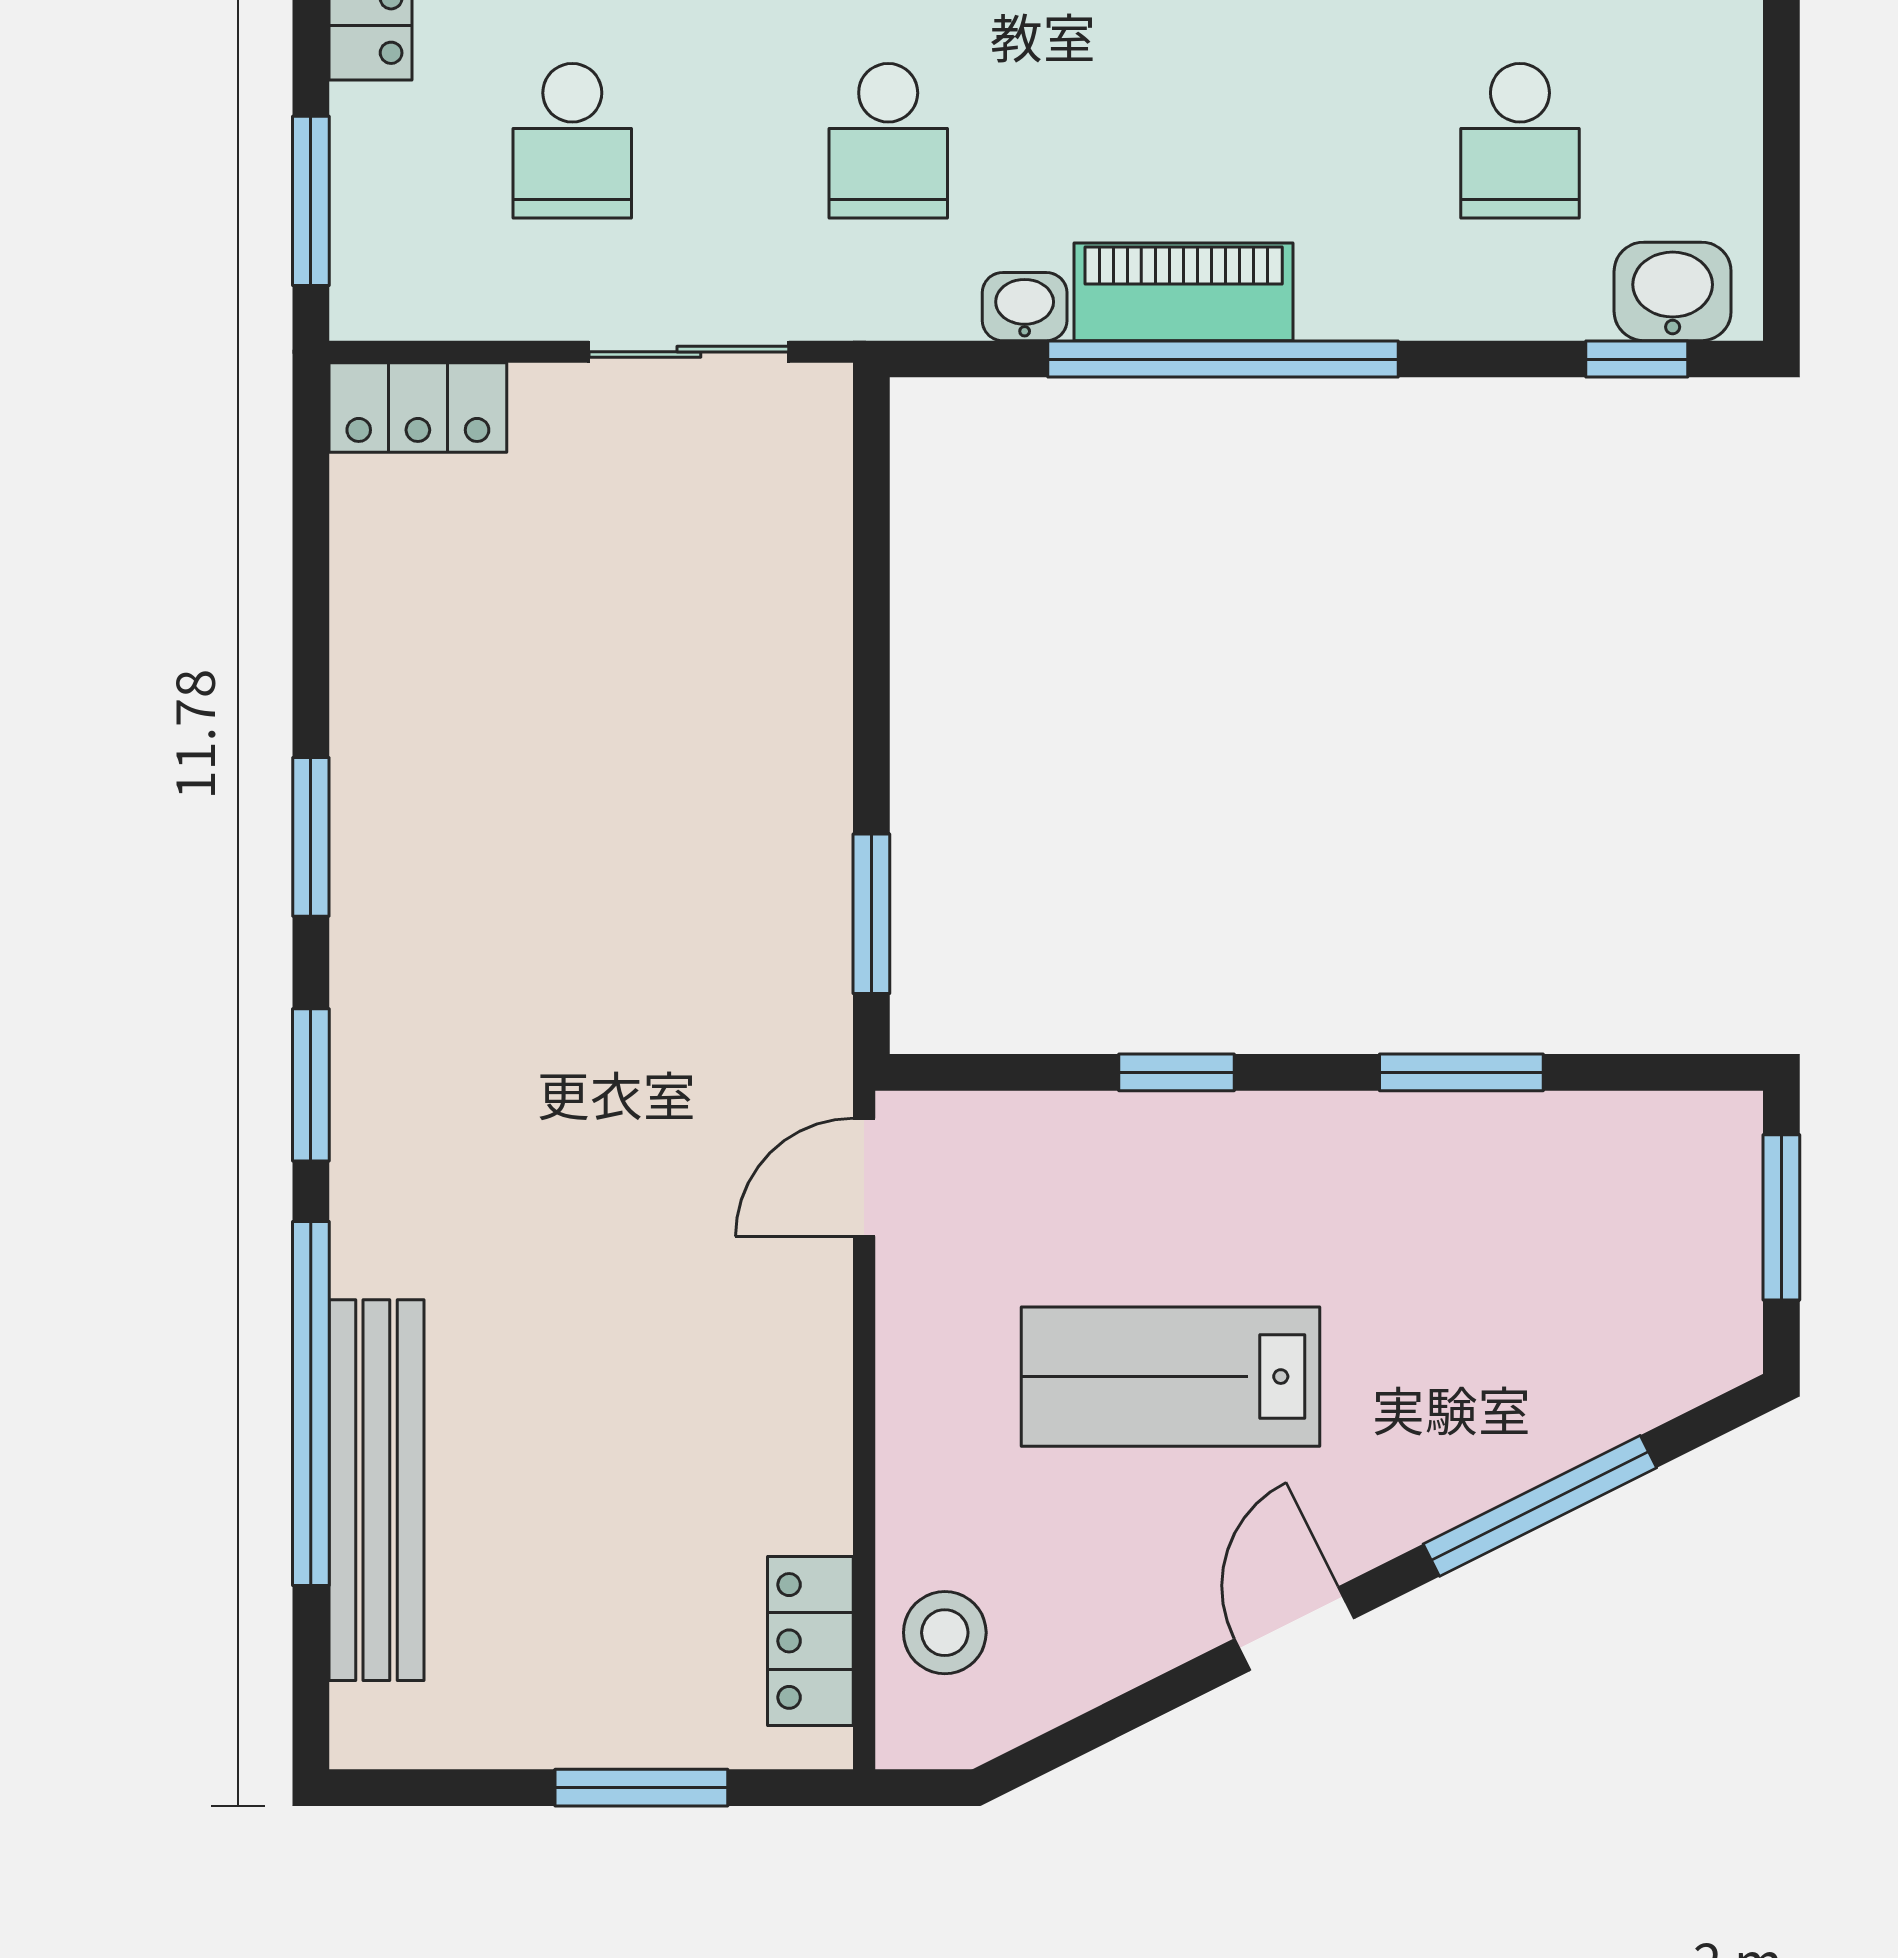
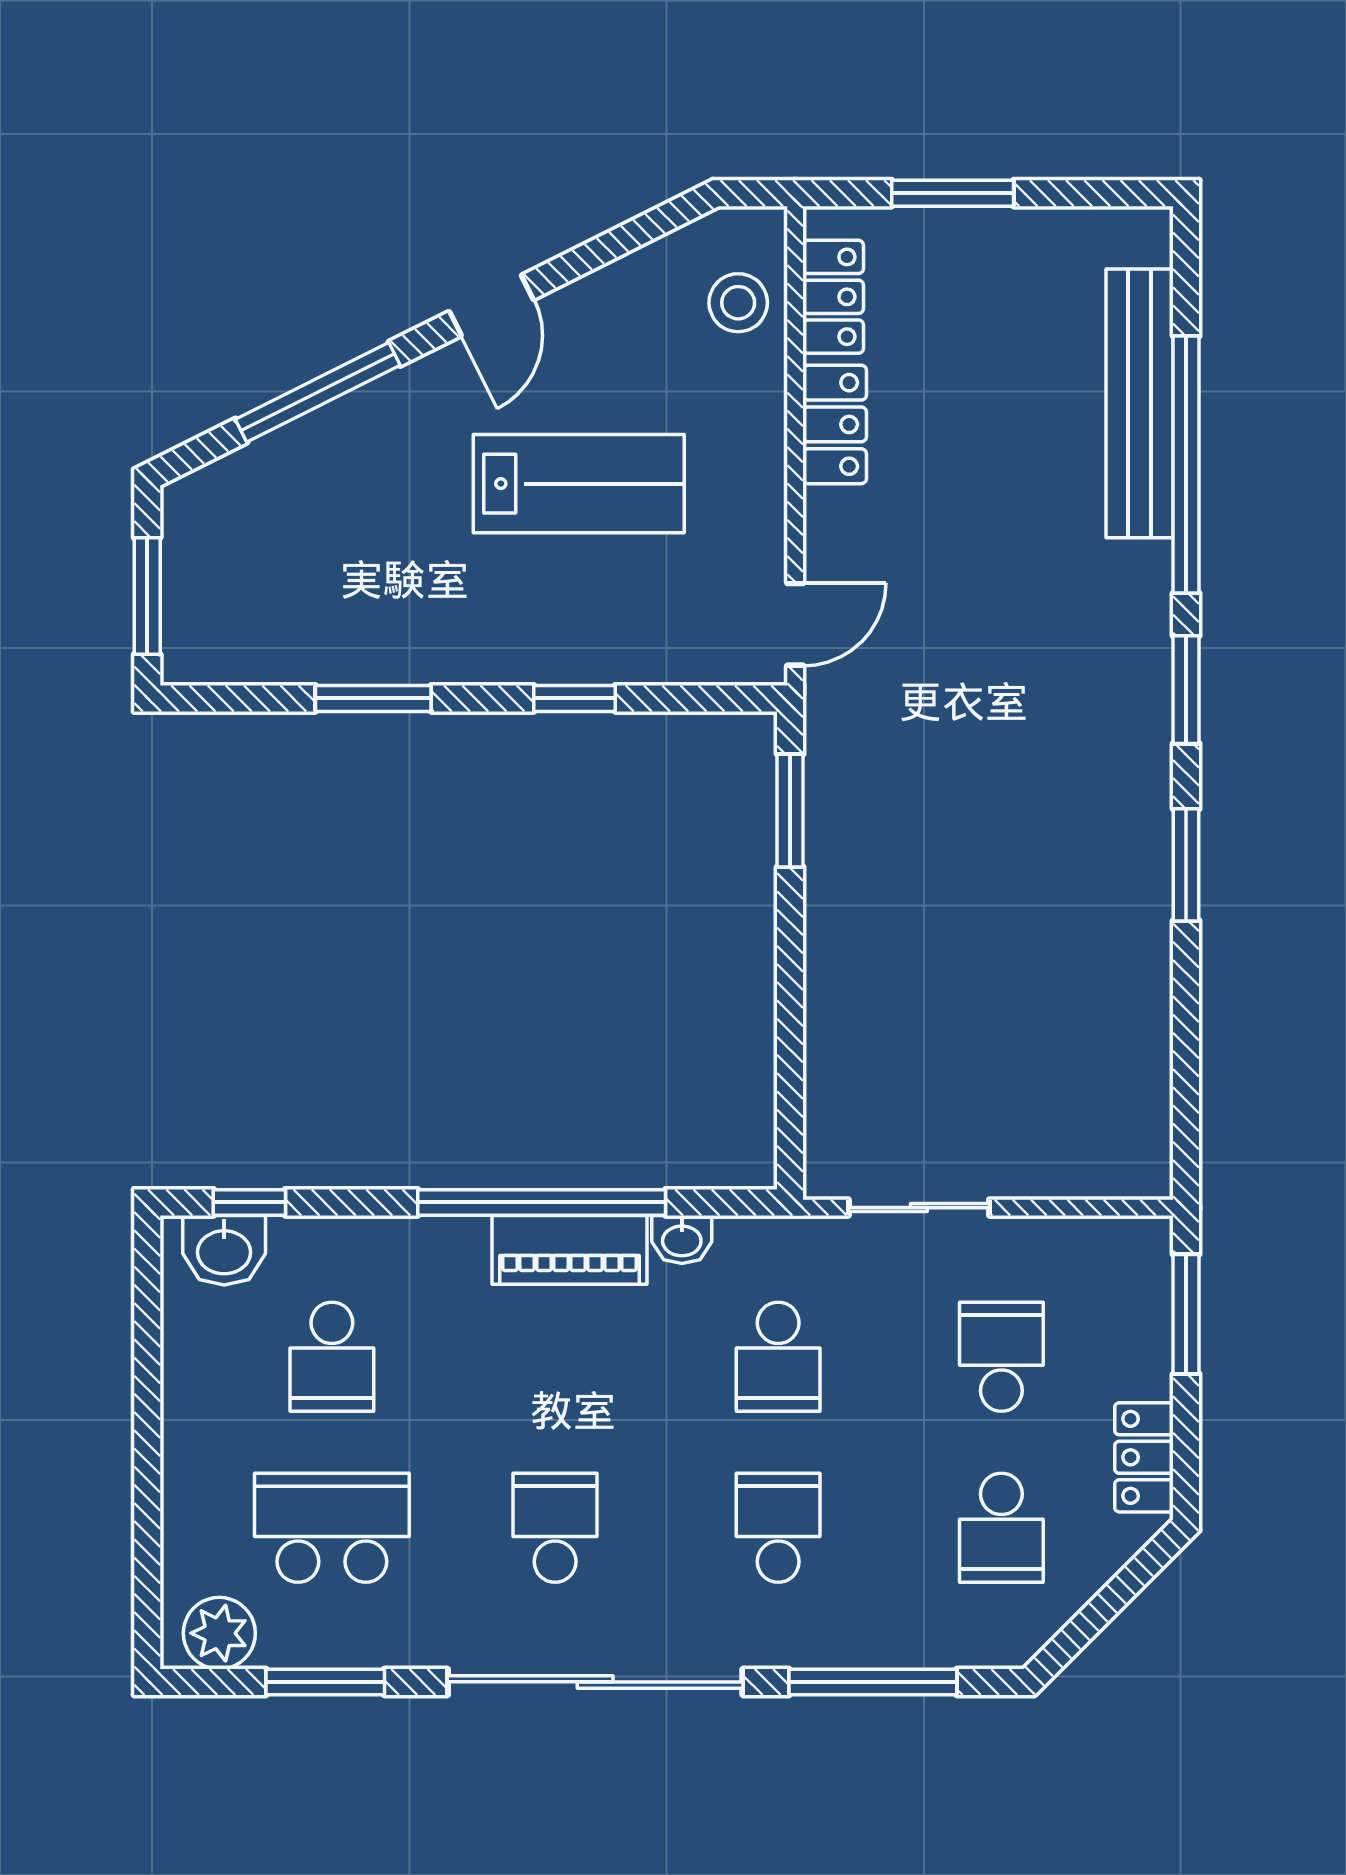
school desk: (888, 141) -> (778, 1357), turned 180
school desk: (1520, 141) -> (332, 1357), turned 180
locker: (418, 408) -> (835, 424), moved, turned 90

